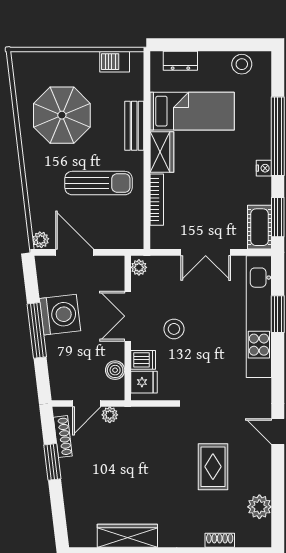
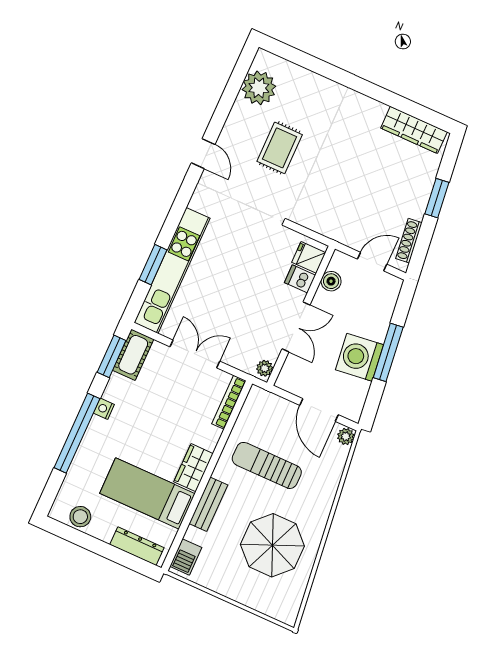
dresser: (180, 61) -> (137, 546), width x1.44
barbecue: (115, 62) -> (186, 557), moved, turned 90
bookcase: (157, 200) -> (229, 402), moved
stool: (174, 329) -> (258, 295), removed
plant: (110, 415) -> (355, 241), removed
window: (52, 462) -> (437, 198), moved
plant: (259, 507) -> (259, 88), width x1.36, depth x1.36
wardrobe: (127, 536) -> (414, 130), moved
shoe rack: (220, 540) -> (305, 76), removed

